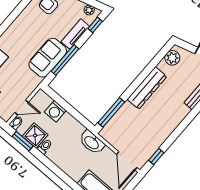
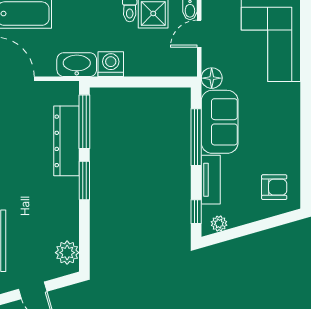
floor lamp: (34, 81) -> (212, 78), added
window: (135, 85) -> (84, 181), added
dresser: (147, 88) -> (66, 141), moved
washing machine: (55, 111) -> (111, 64), moved

